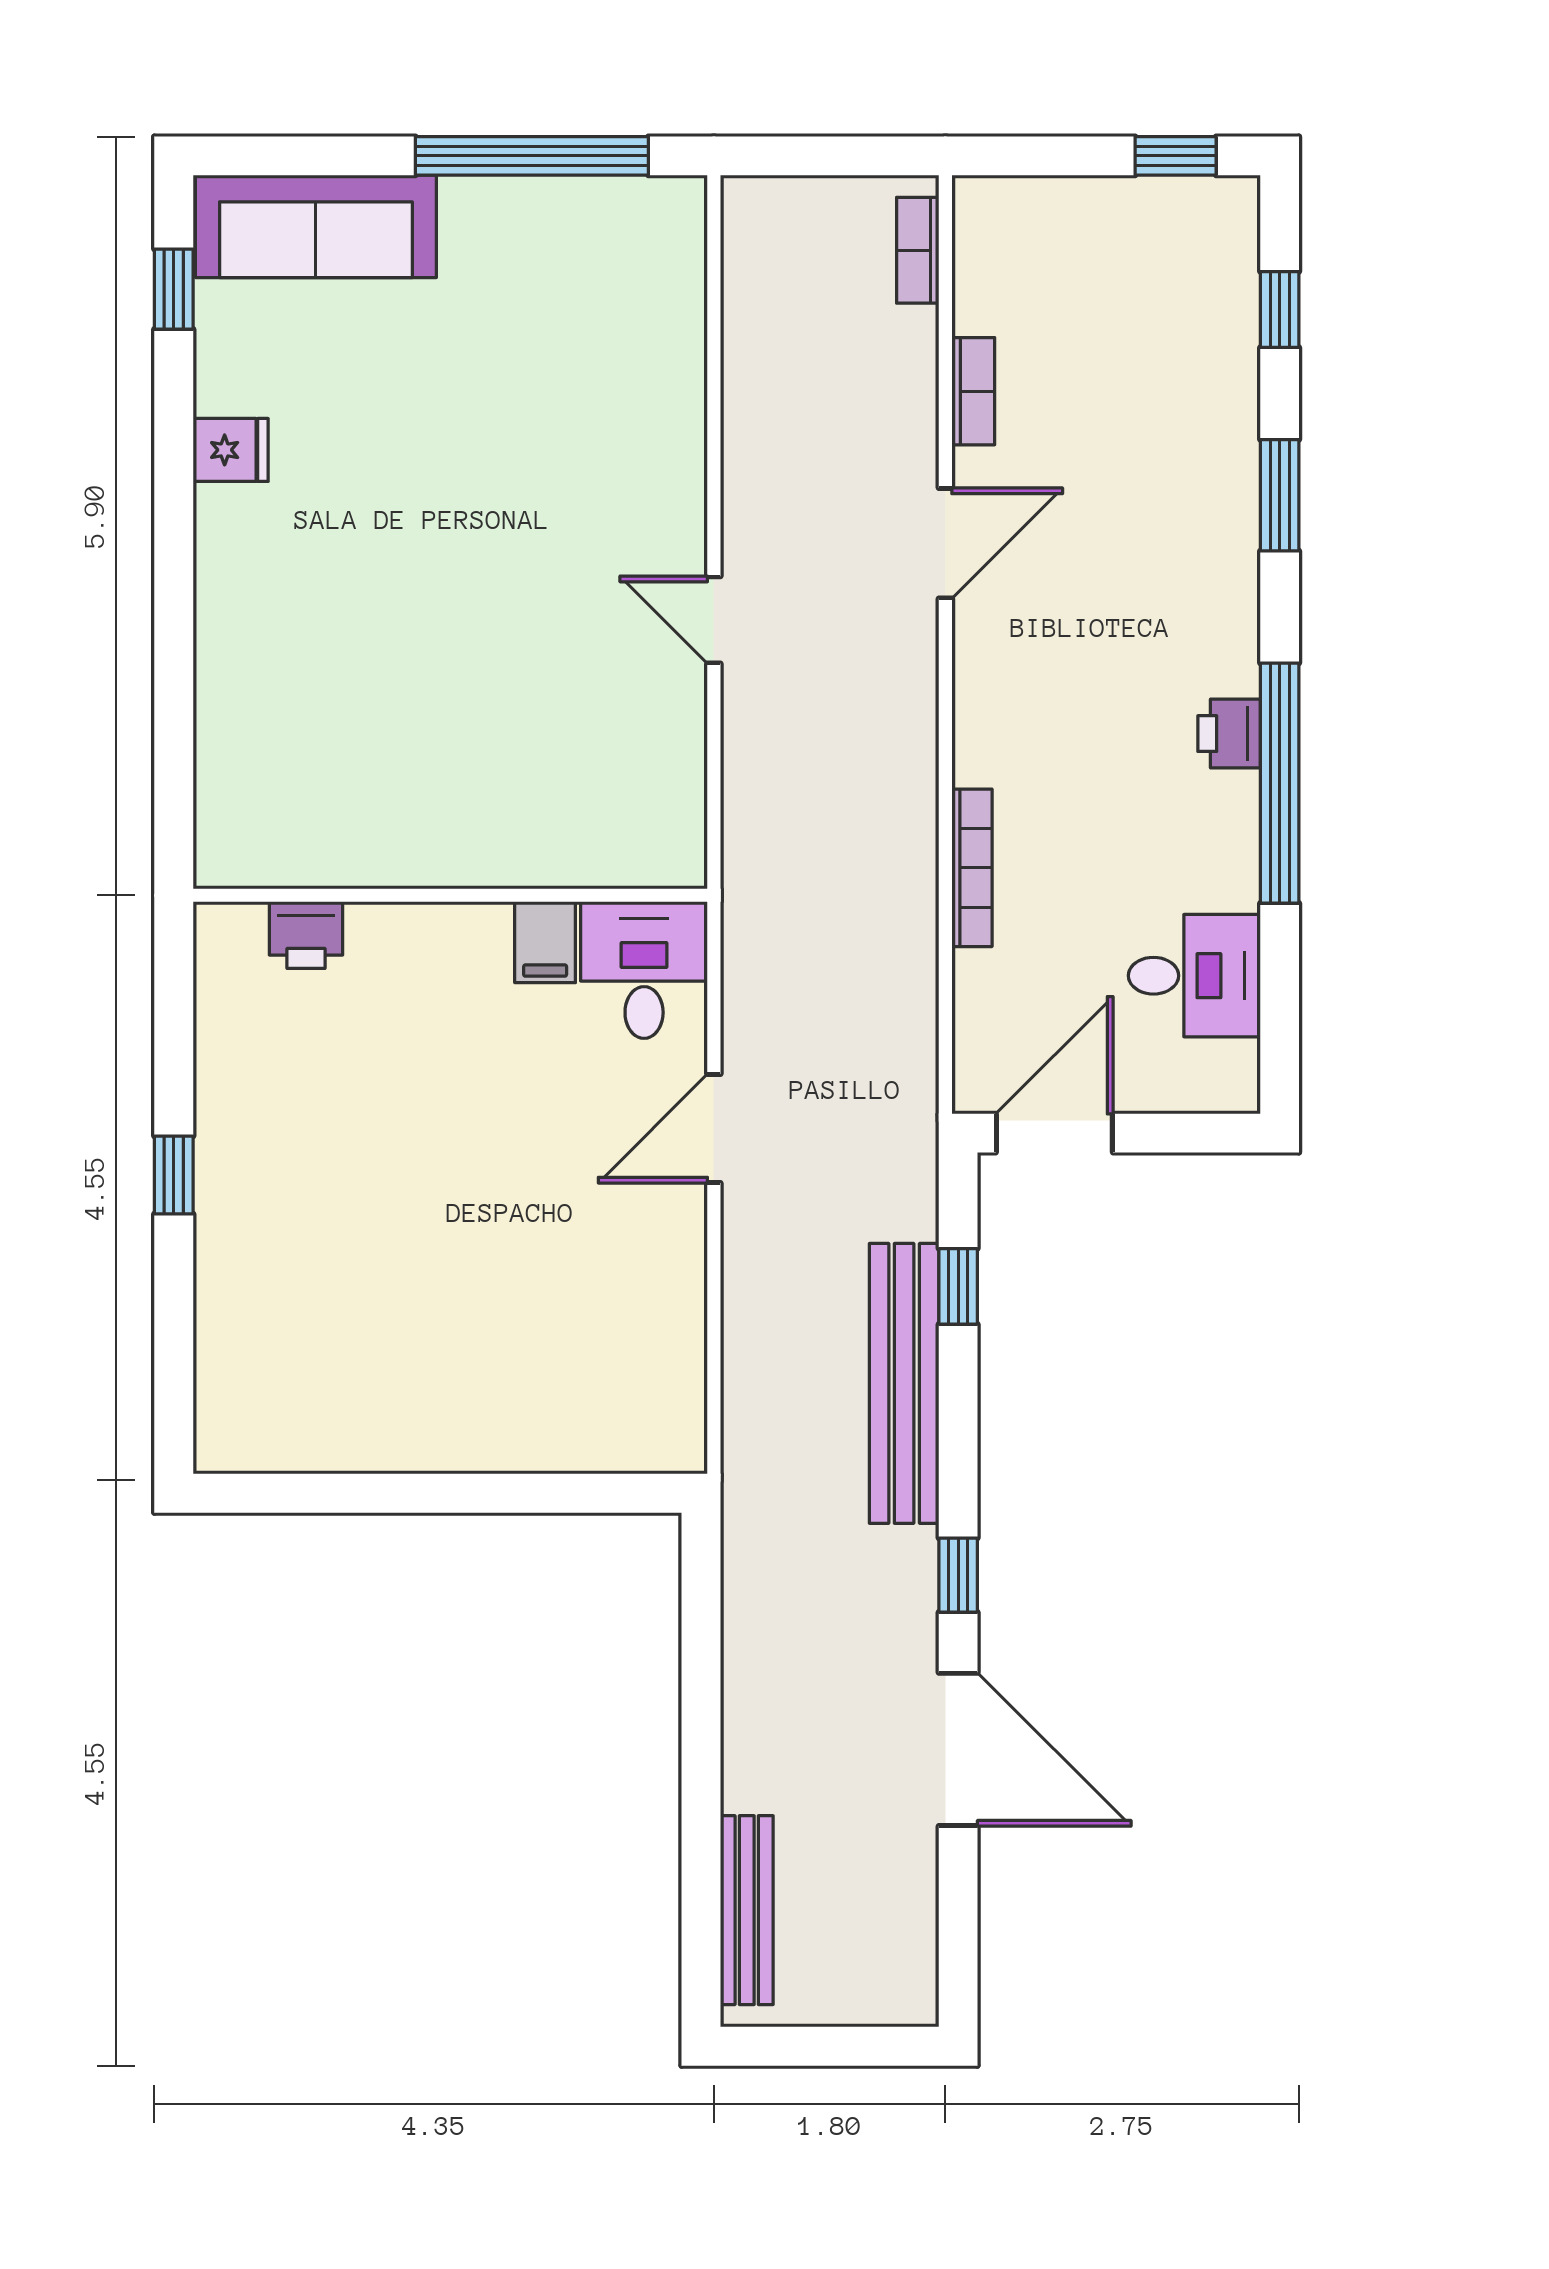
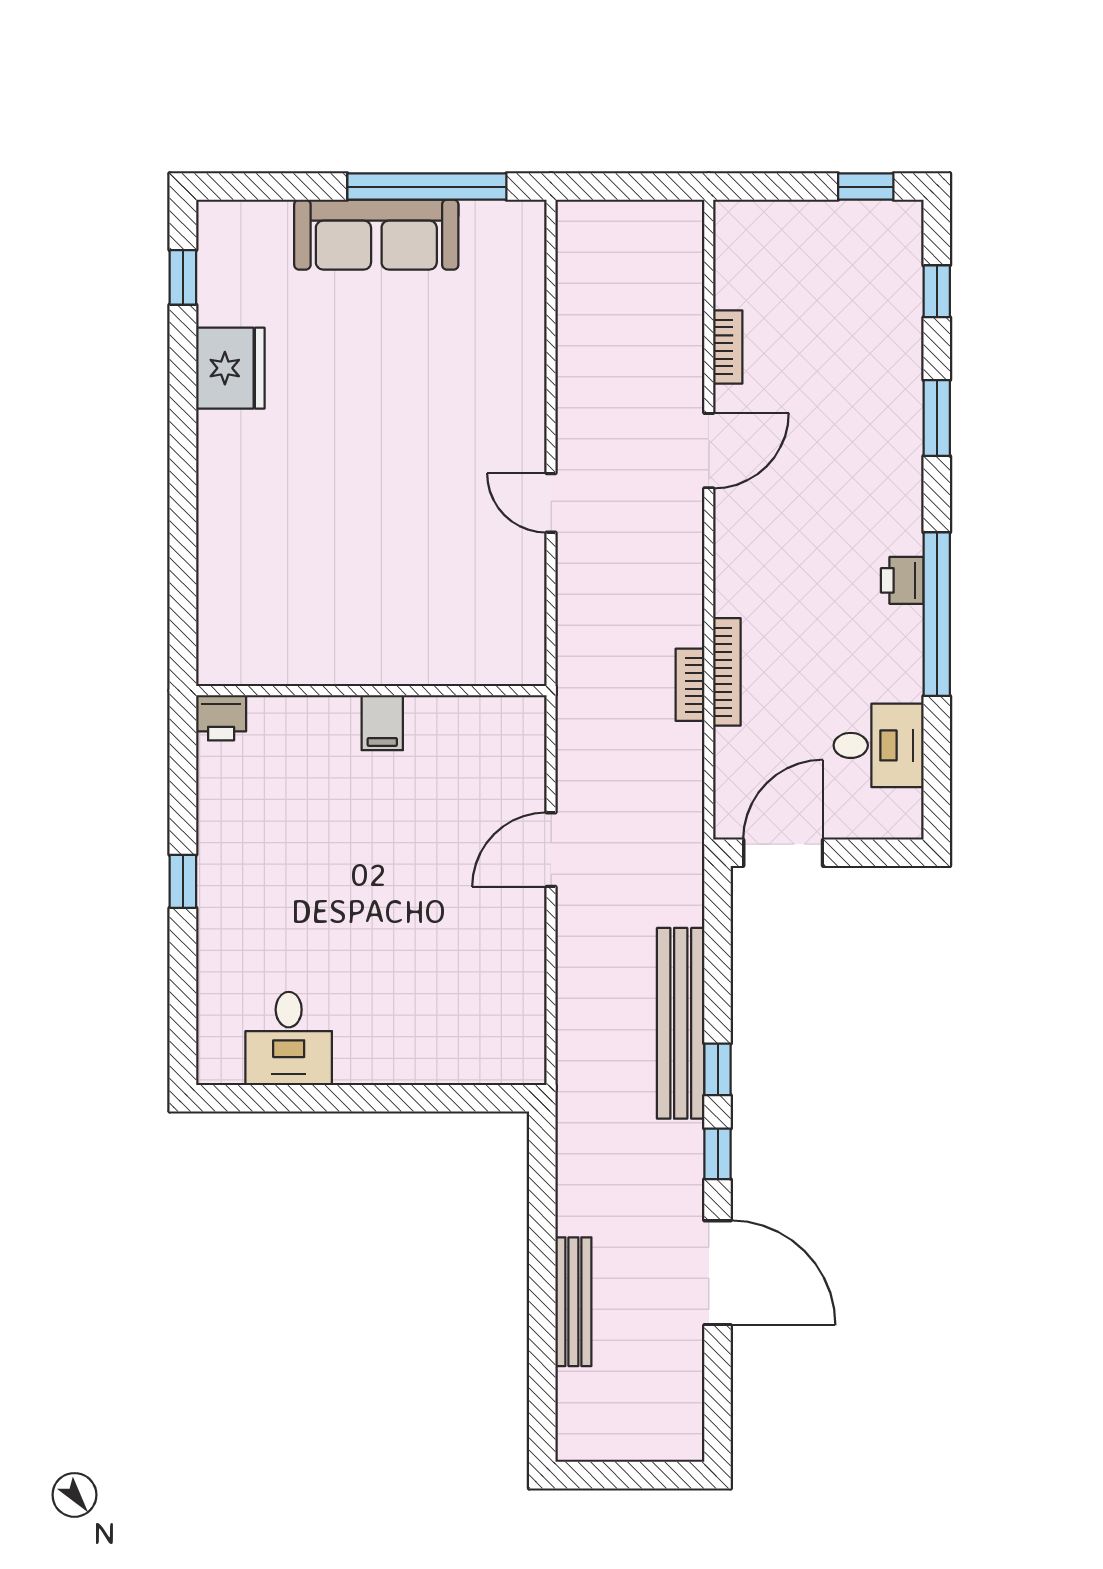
sofa: (316, 226) -> (376, 235), moved
bookcase: (918, 250) -> (690, 685), moved
fridge: (231, 450) -> (230, 368), width x1.88, depth x1.34
printer: (306, 935) -> (221, 718), moved
filing cabinet: (545, 942) -> (382, 723), moved
desk: (644, 970) -> (289, 1038), moved, turned 180
window: (958, 1286) -> (718, 1069), moved
bench: (747, 1910) -> (573, 1302), moved

